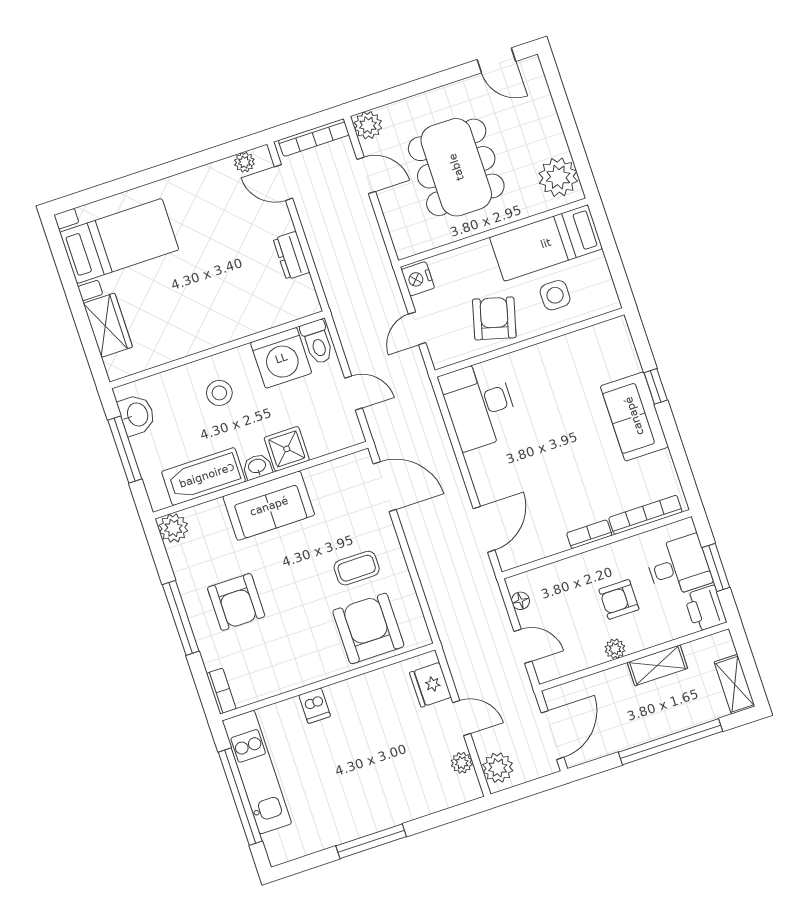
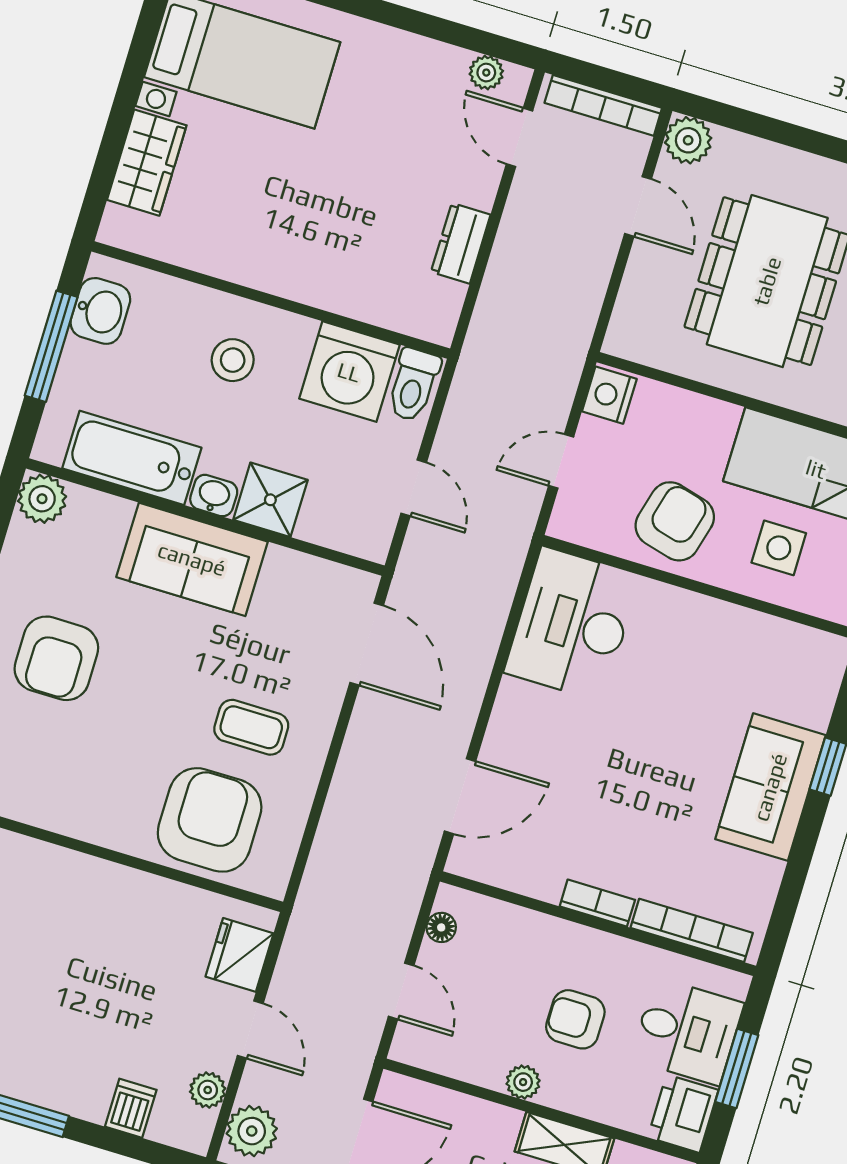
dishwasher: (315, 706) -> (131, 1108), moved, turned 180

